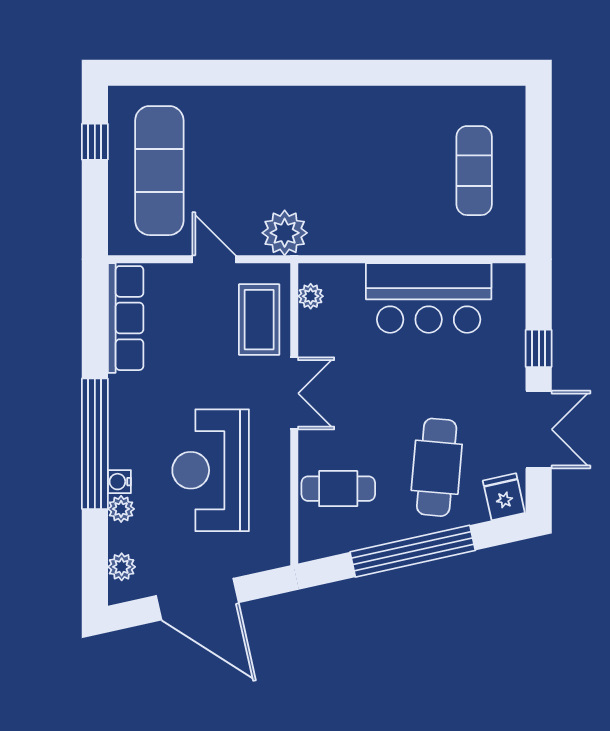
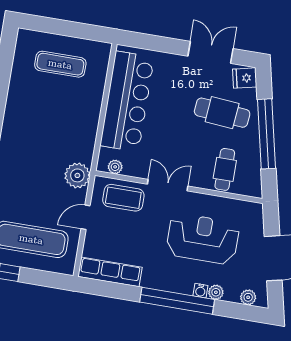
bar counter: (429, 298) -> (127, 101), width x1.36
window: (539, 348) -> (165, 45), removed
reception desk: (211, 470) -> (203, 239), turned 180

